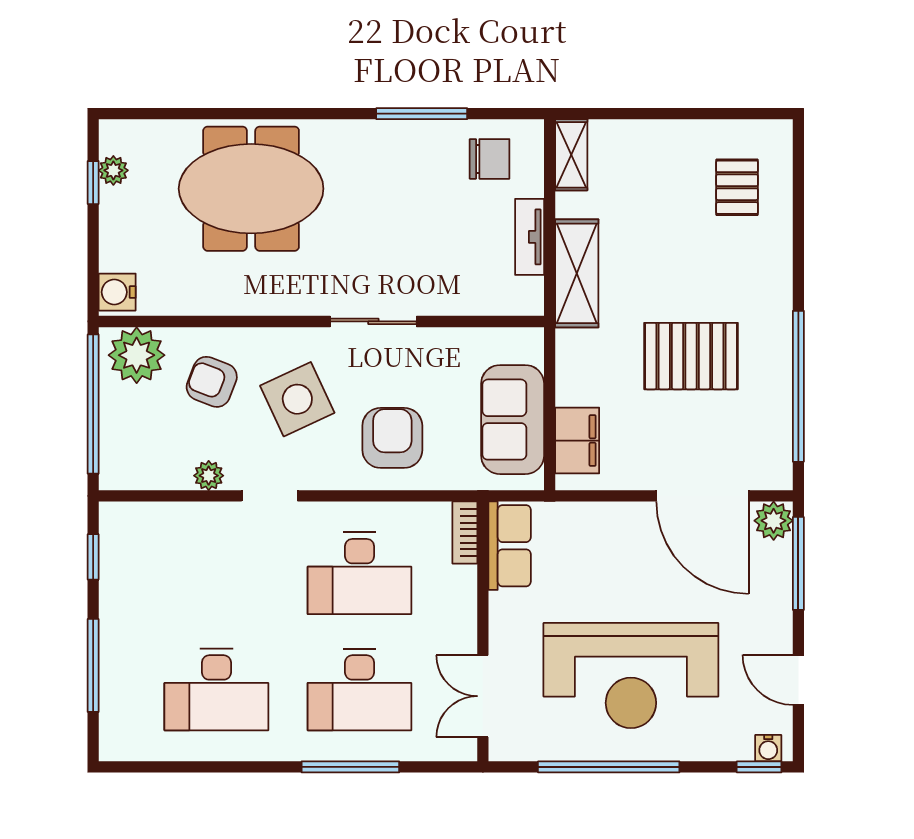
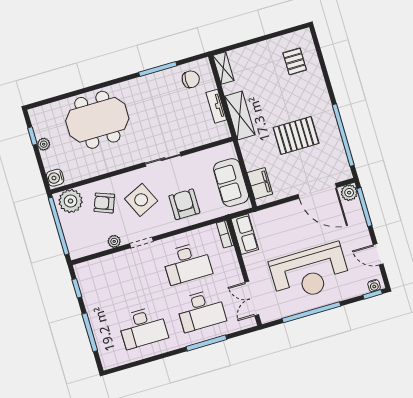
plant: (113, 170) -> (44, 144), moved

